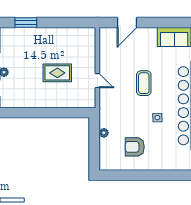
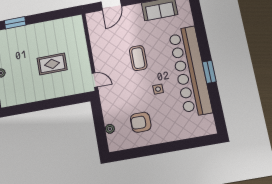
door: (97, 81) -> (95, 80), moved
plant: (104, 133) -> (110, 129), moved

